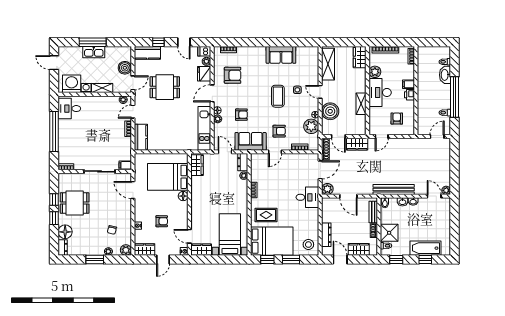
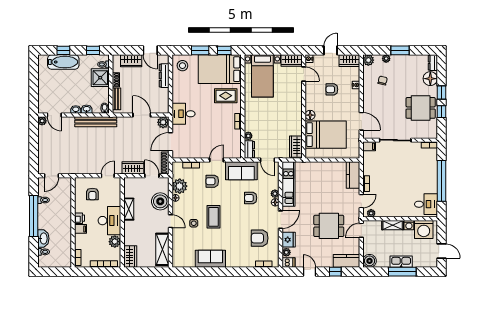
boiler: (125, 68) -> (370, 261), moved

